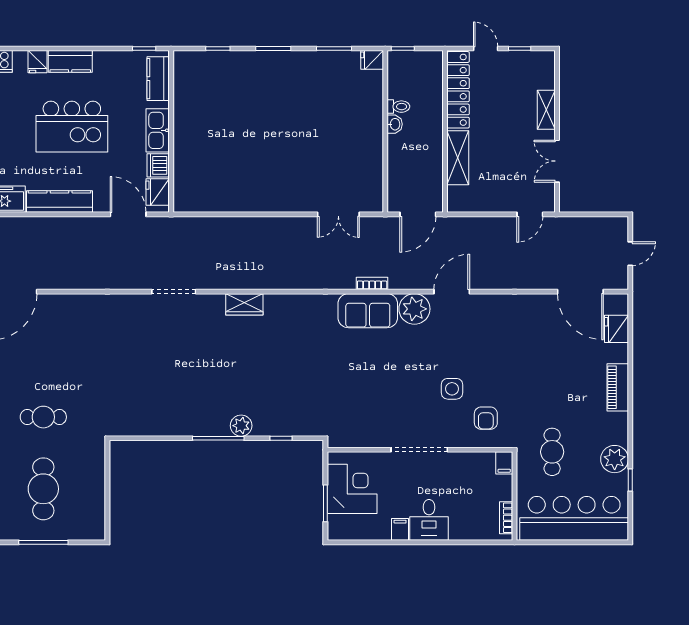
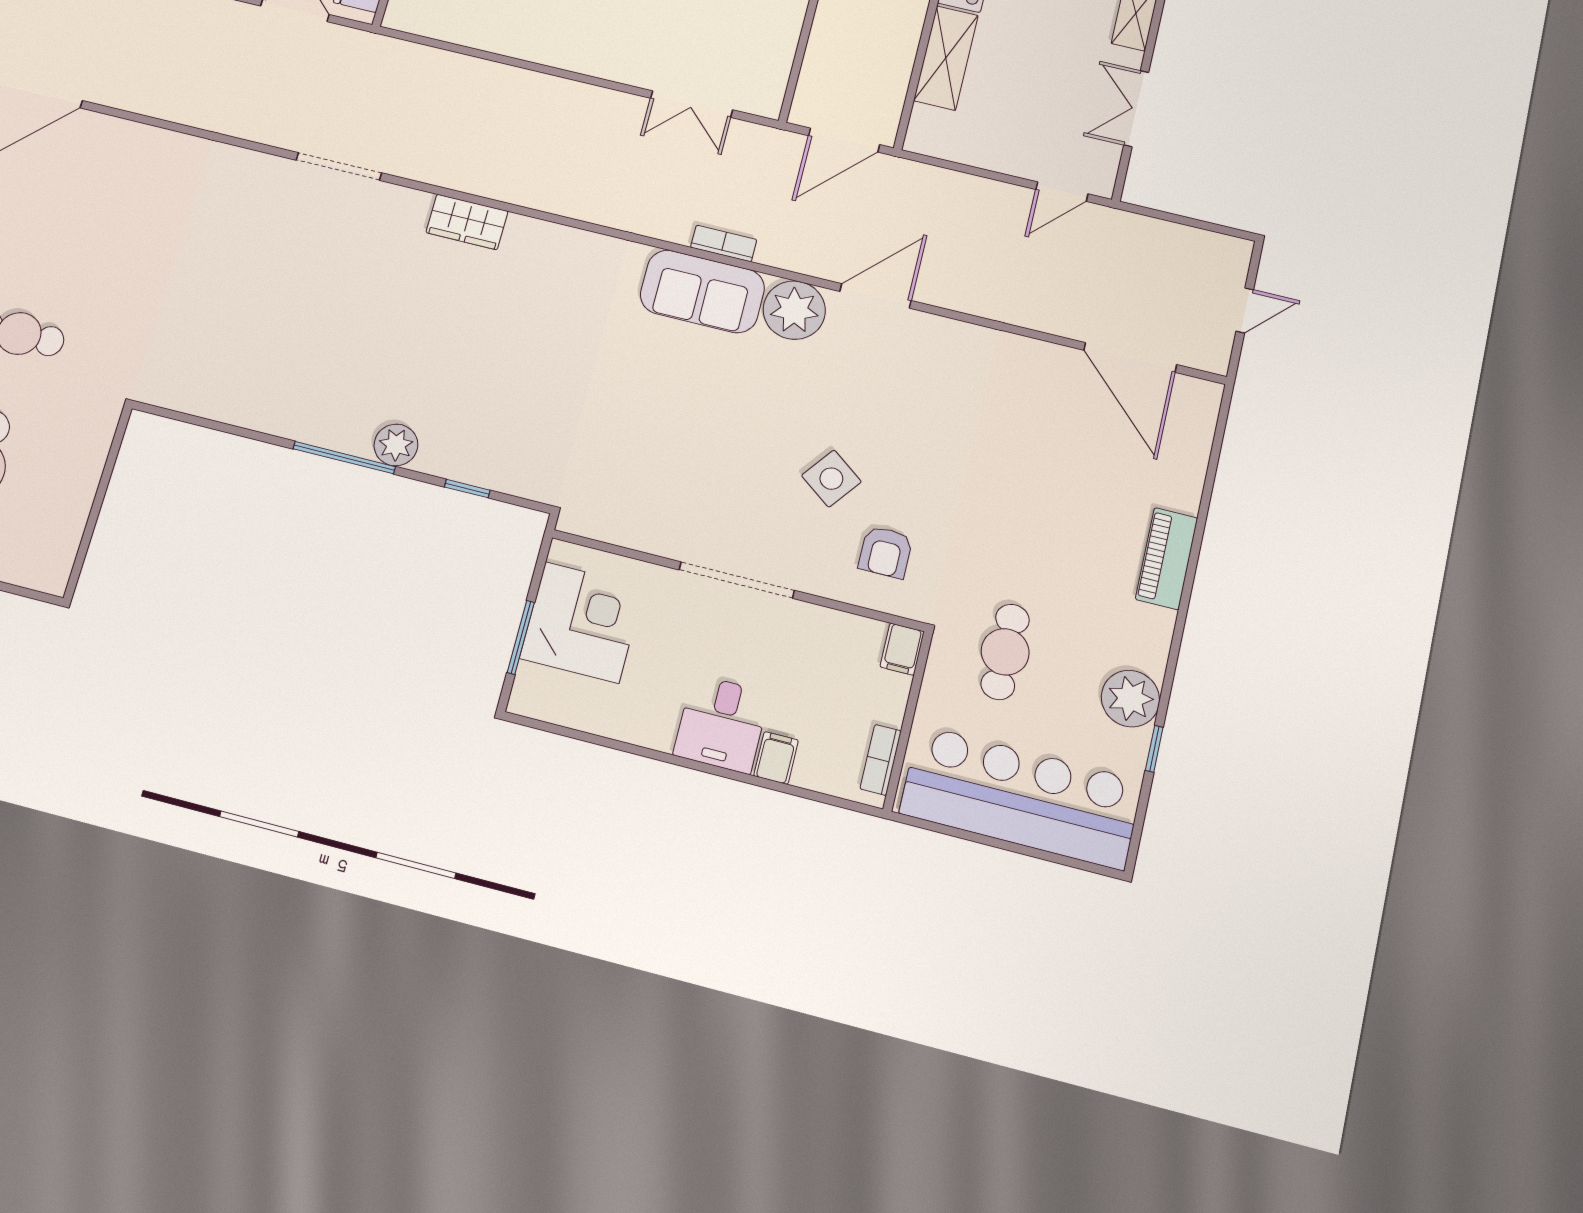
fridge: (617, 329) -> (1188, 446), removed
side table: (452, 389) -> (831, 479), turned 37
filing cabinet: (400, 529) -> (776, 758), moved

